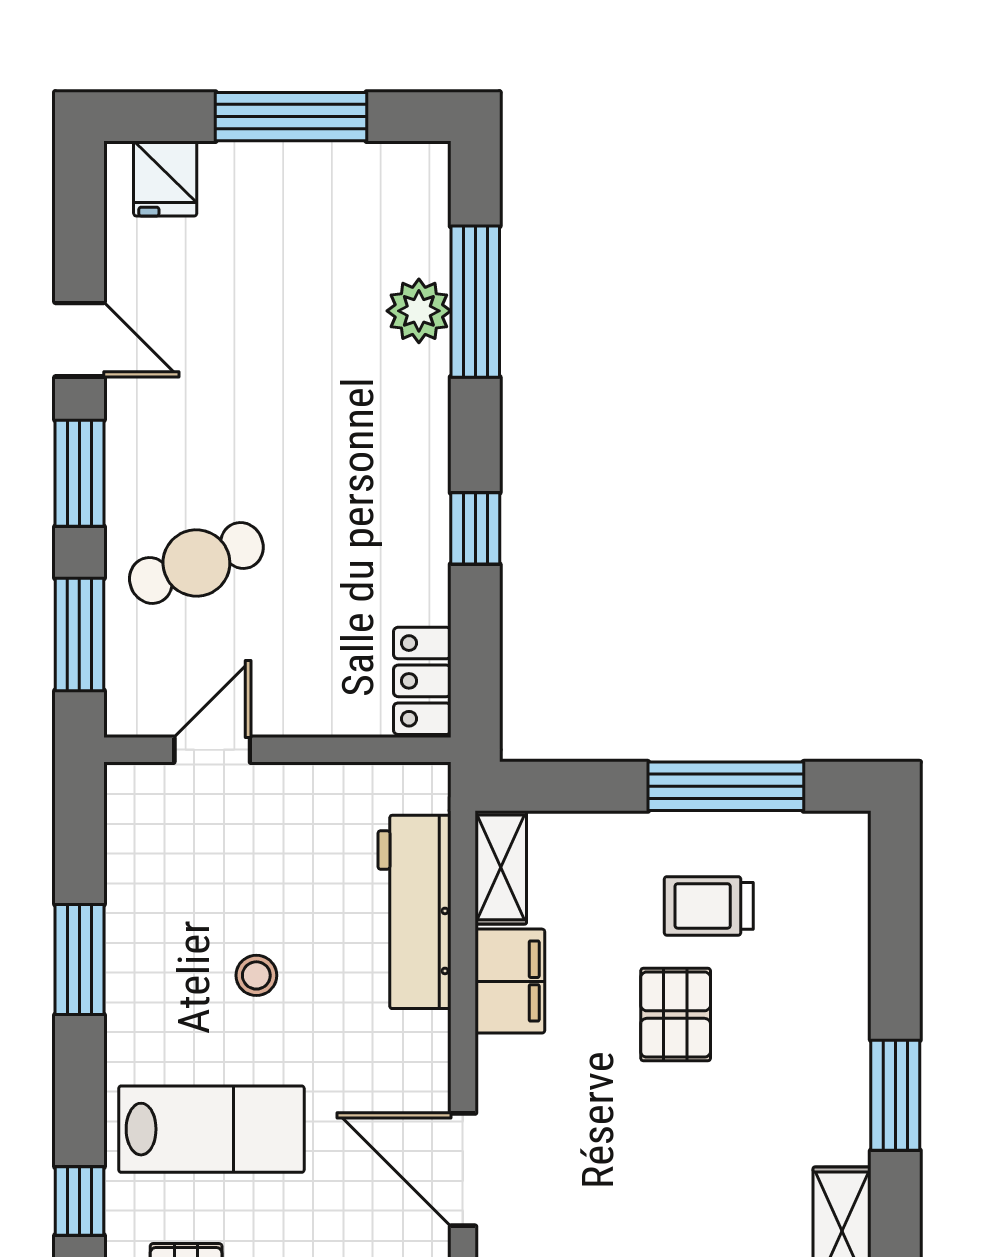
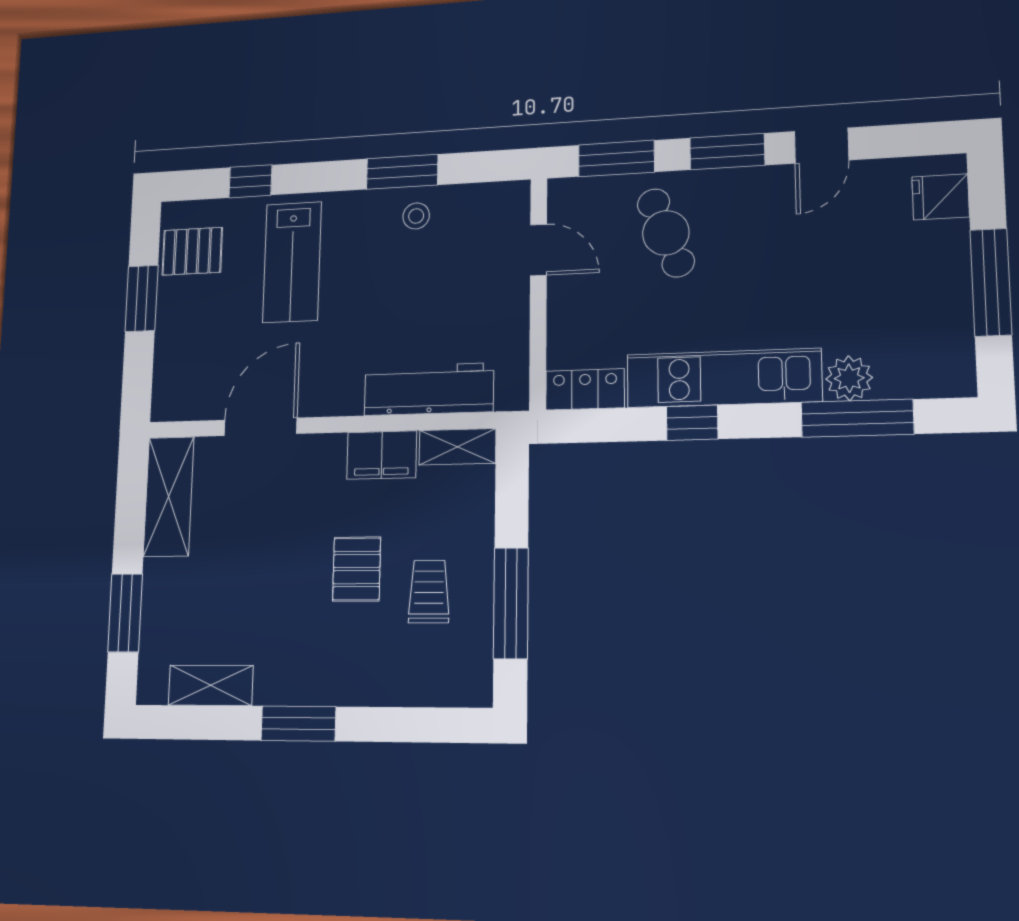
kitchen unit: (413, 484) -> (724, 378), added
stool: (256, 975) -> (416, 216), moved
pallet: (676, 1015) -> (357, 569), turned 90

